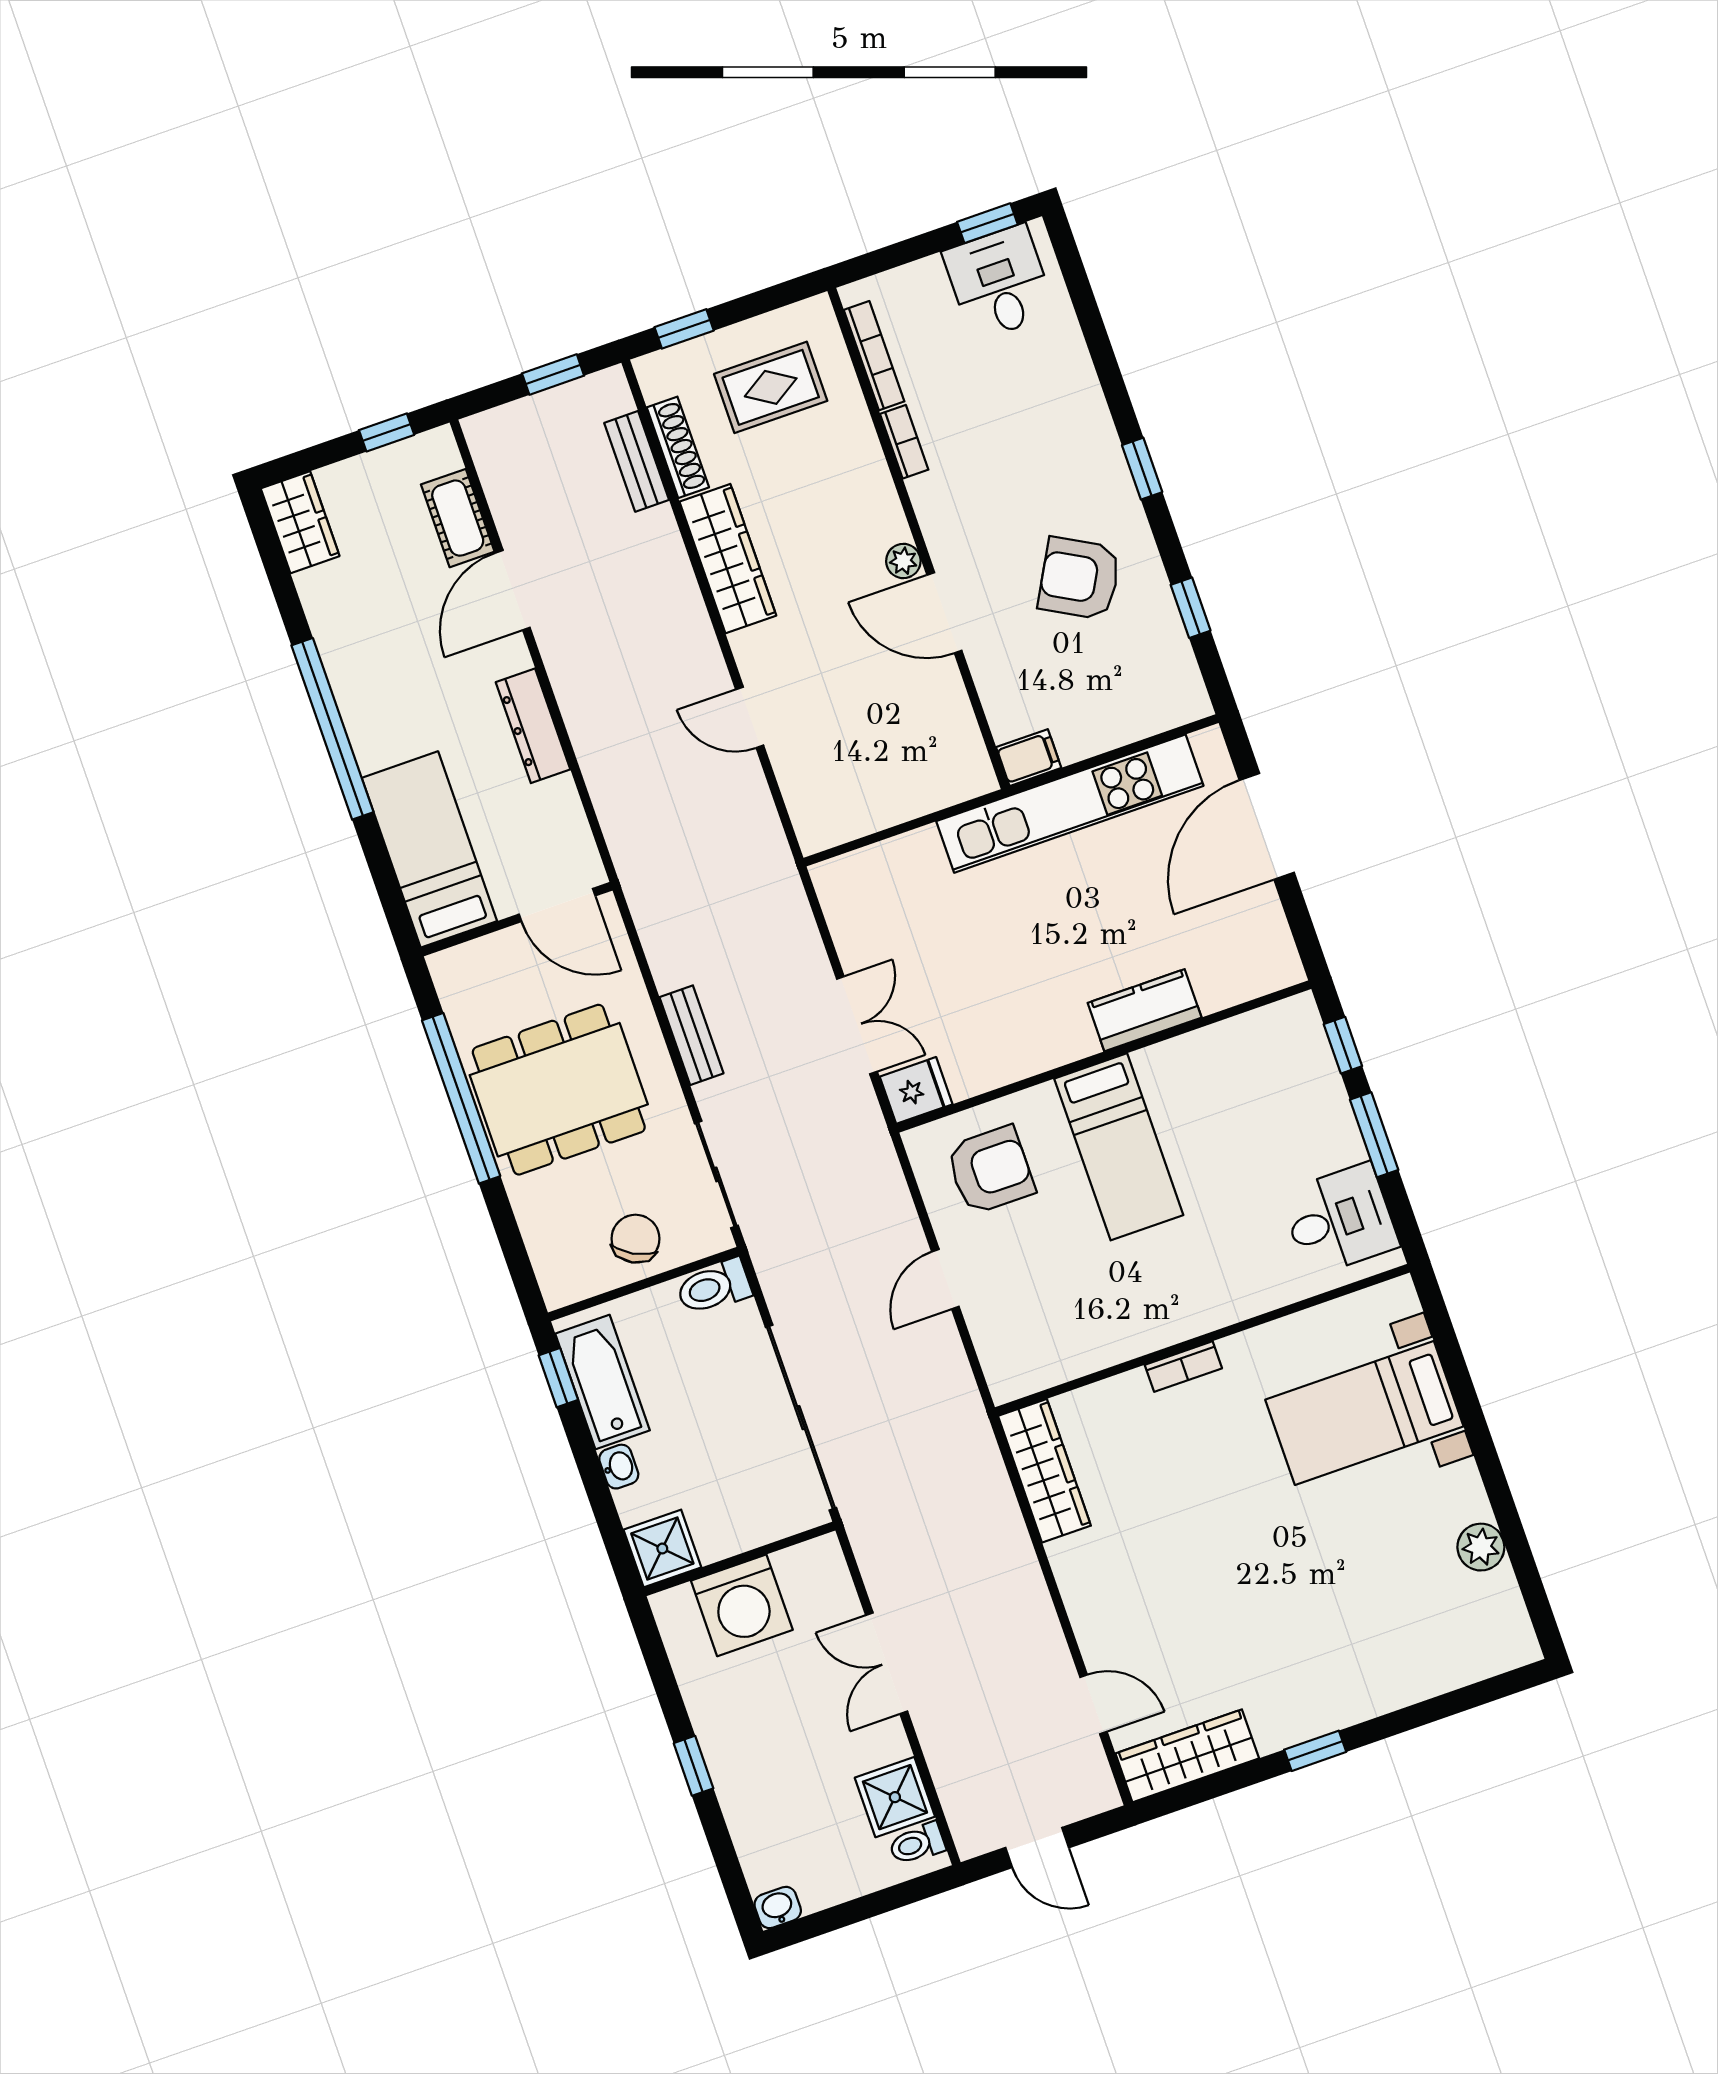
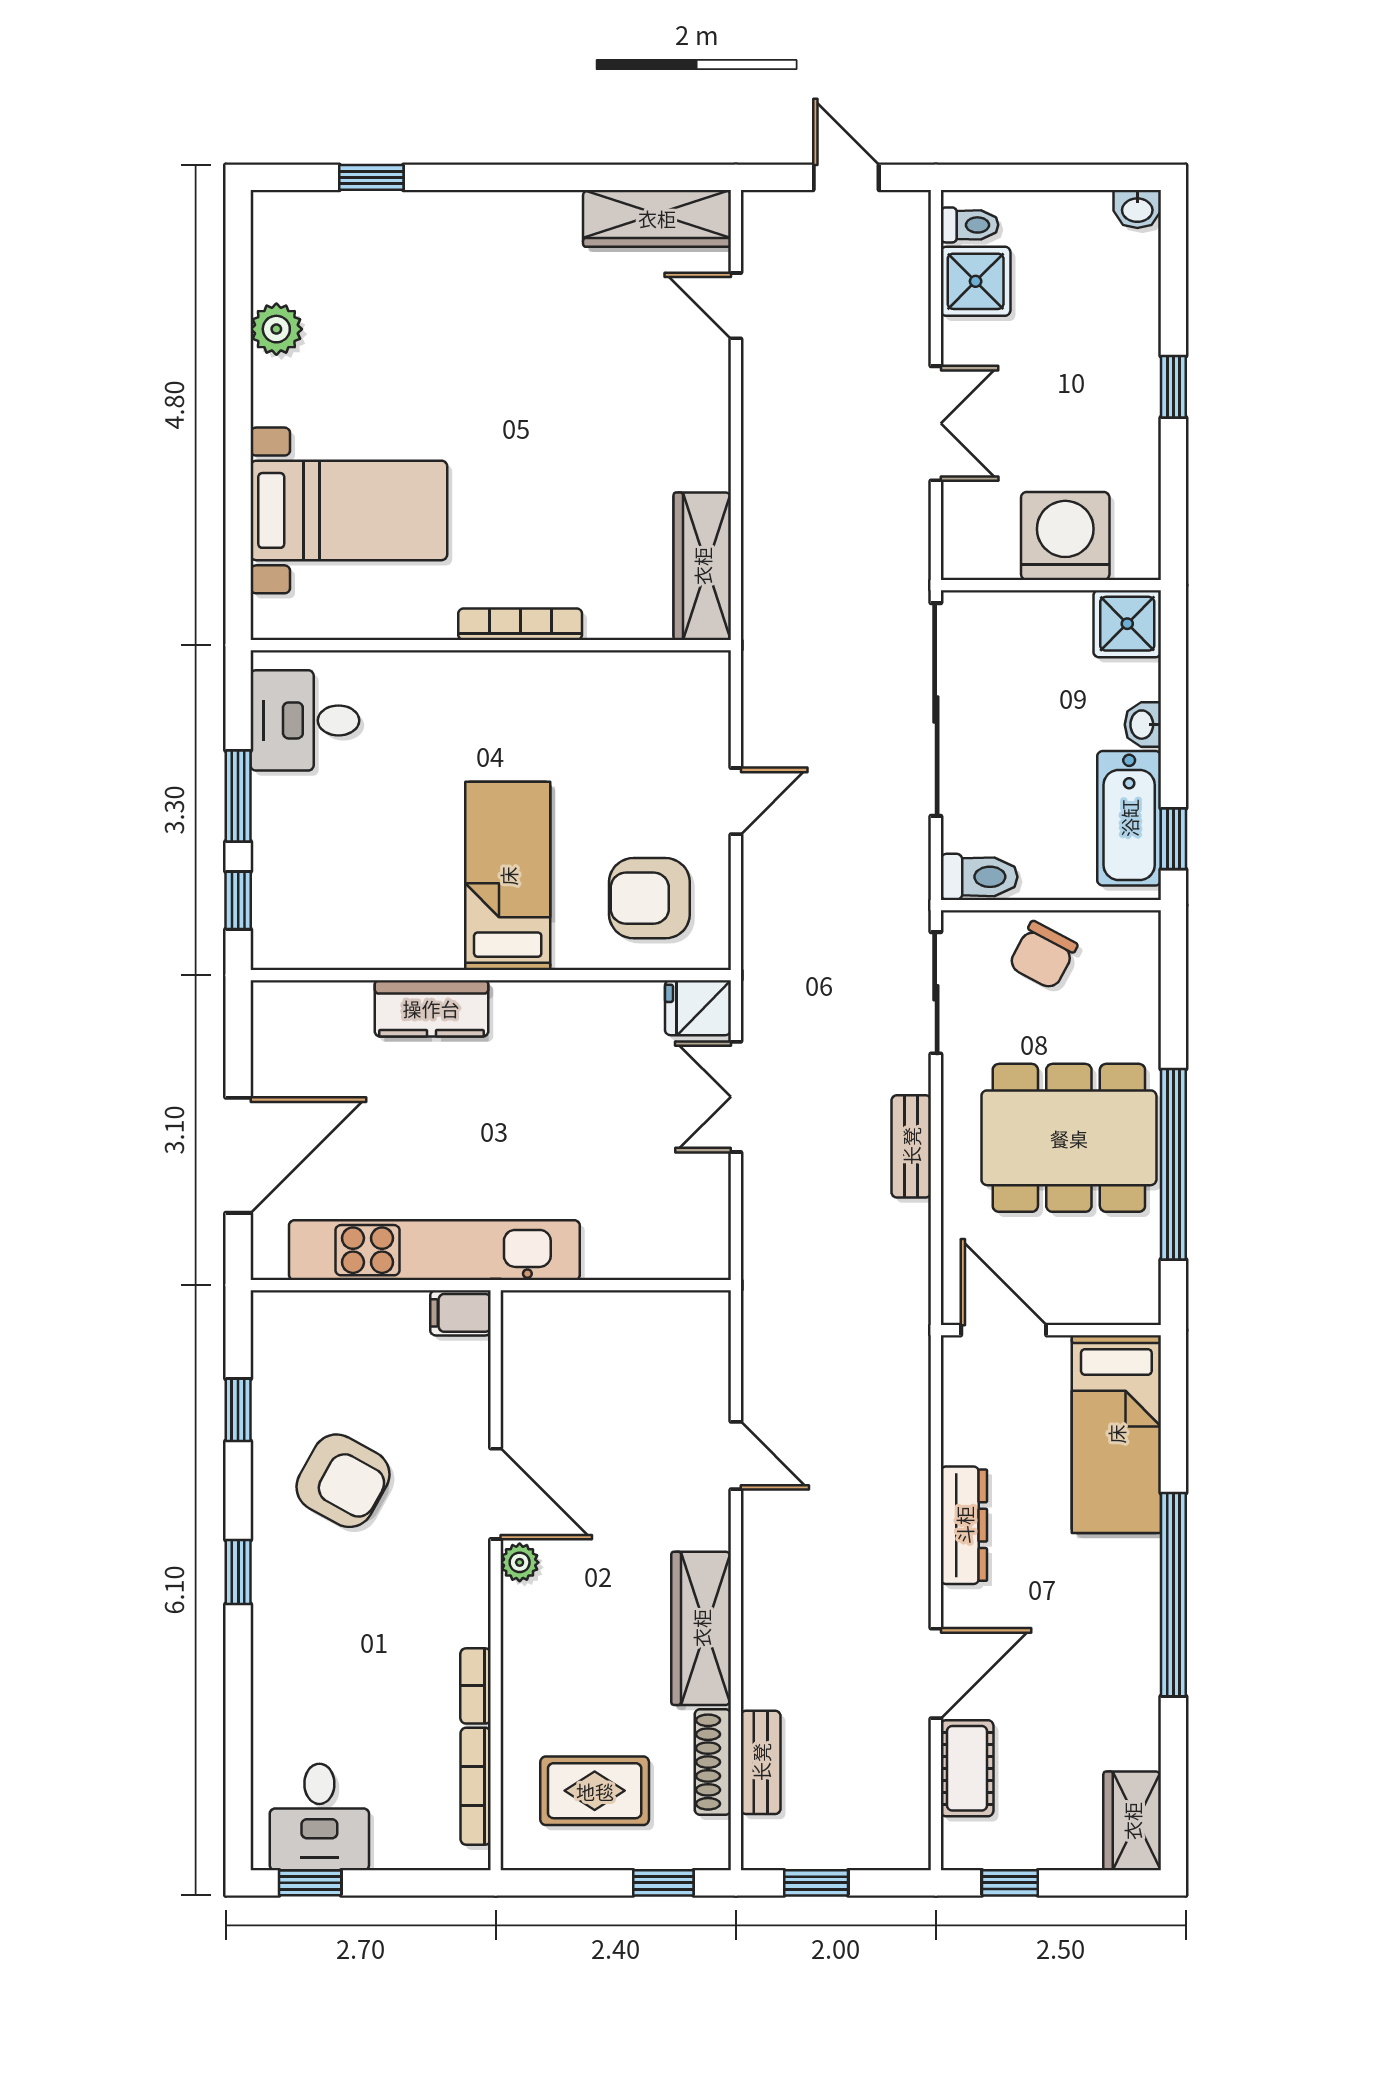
bookcase: (1183, 1367) -> (520, 624), width x1.56
window: (1315, 1751) -> (371, 177), moved

